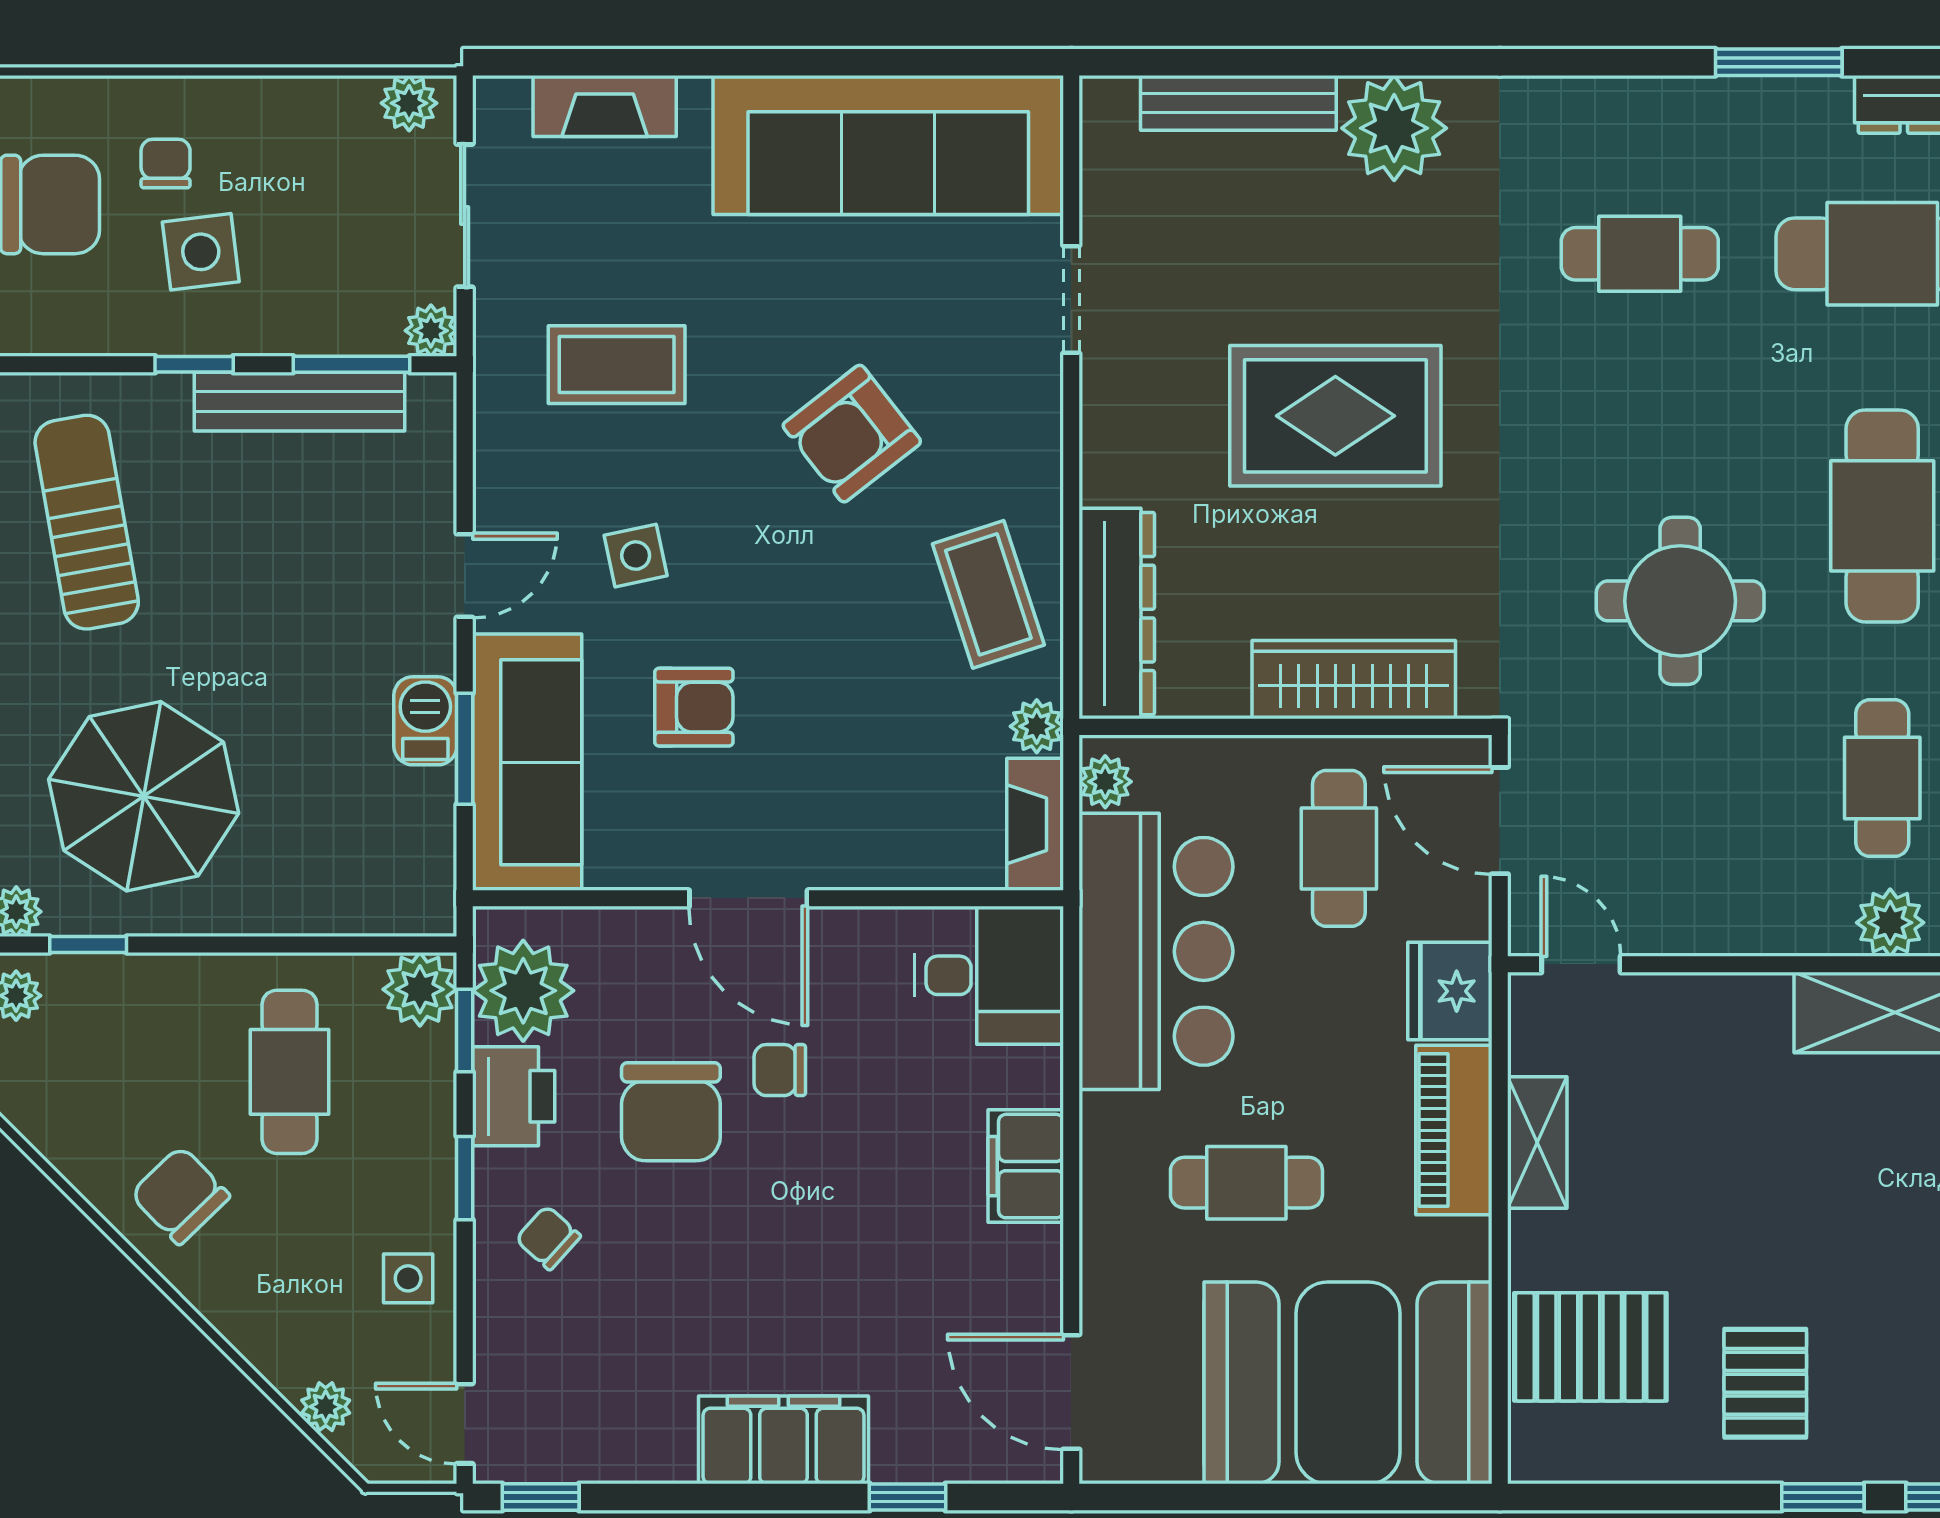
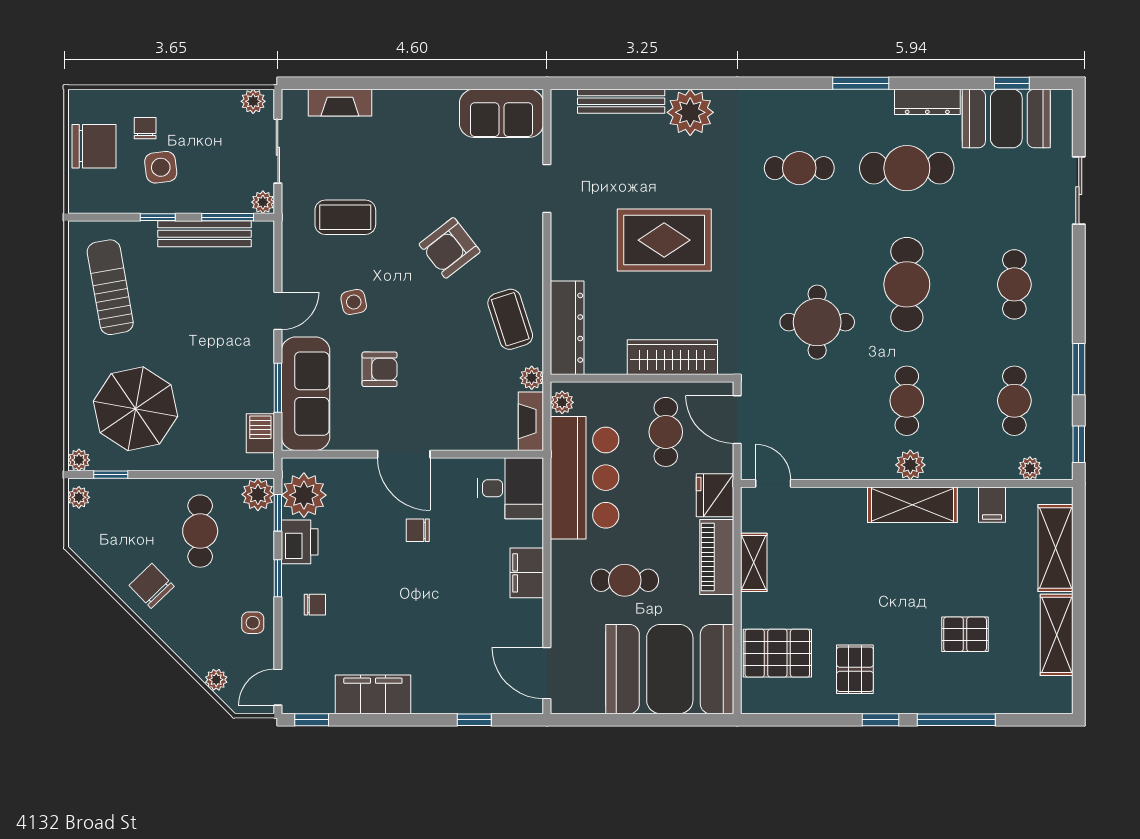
sofa: (888, 145) -> (501, 113), width x0.54, depth x0.79
barbecue: (425, 721) -> (260, 433), moved
chair: (671, 1112) -> (369, 549), removed
chair: (548, 1238) -> (315, 605), turned 138
door: (465, 1424) -> (278, 687), hinge flipped
filing cabinet: (784, 1440) -> (373, 694), moved

